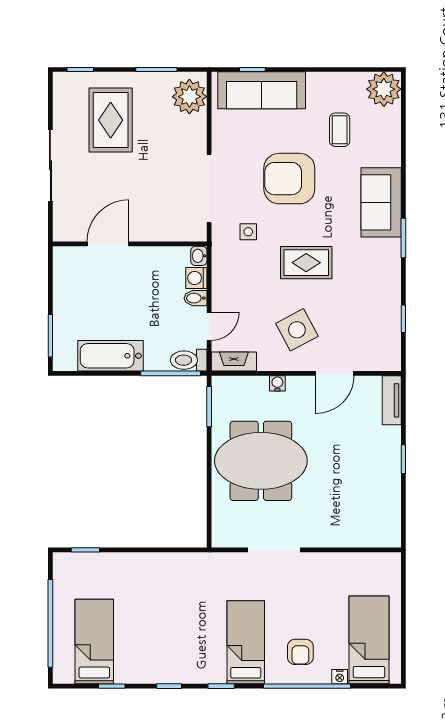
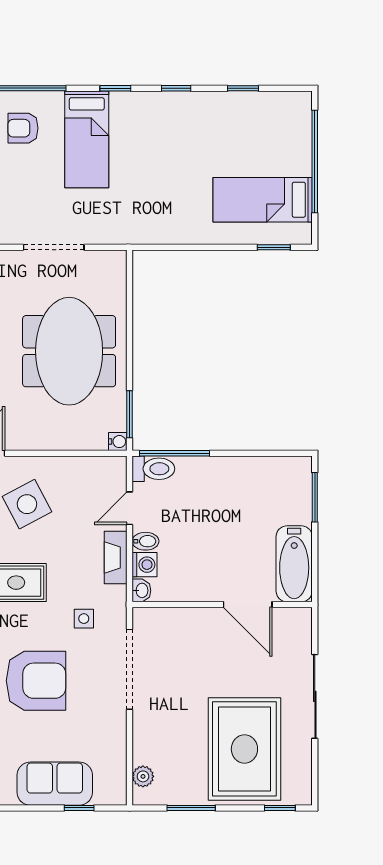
sofa: (262, 90) -> (55, 784), width x0.73
plant: (189, 97) -> (143, 776), width x0.53, depth x0.53
rug: (111, 120) -> (244, 749), width x1.37, depth x1.44
door: (108, 244) -> (248, 605), hinge flipped
bathtub: (110, 356) -> (294, 564), moved, turned 90
fireplace: (234, 361) -> (116, 558), moved, turned 90
water cooler: (277, 383) -> (118, 442), moved, turned -90
meeting table: (261, 461) -> (69, 351), turned 90
bed: (94, 642) -> (263, 200), moved, turned 90
armchair: (300, 652) -> (23, 128), turned -90

